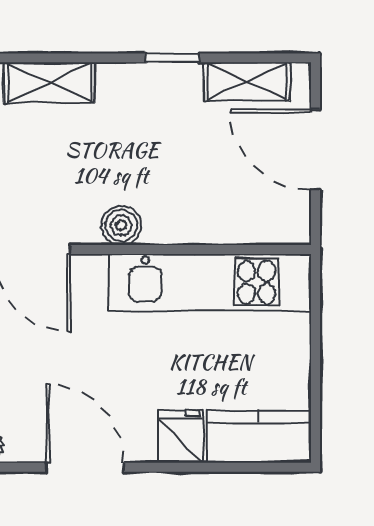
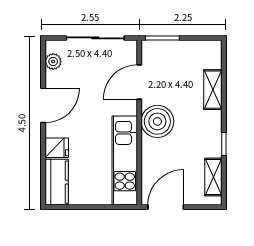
door: (315, 150) -> (166, 207), moved
boiler: (121, 225) -> (157, 121), width x1.86, depth x1.86

